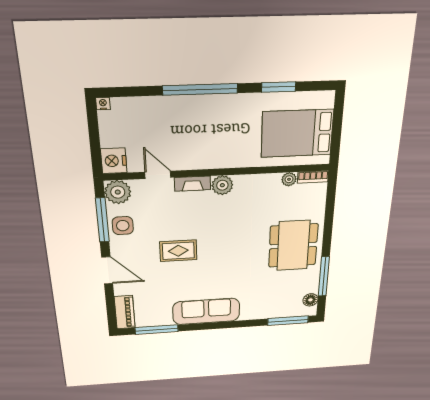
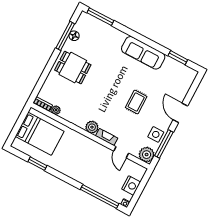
window: (200, 89) -> (100, 197), moved
nightstand: (114, 161) -> (131, 185), moved
dining table: (293, 246) -> (73, 68), width x0.73
rug: (178, 251) -> (136, 102), turned 90
floor lamp: (310, 300) -> (74, 36), moved
piano: (125, 312) -> (188, 80), removed
window: (157, 330) -> (178, 58), width x0.69

